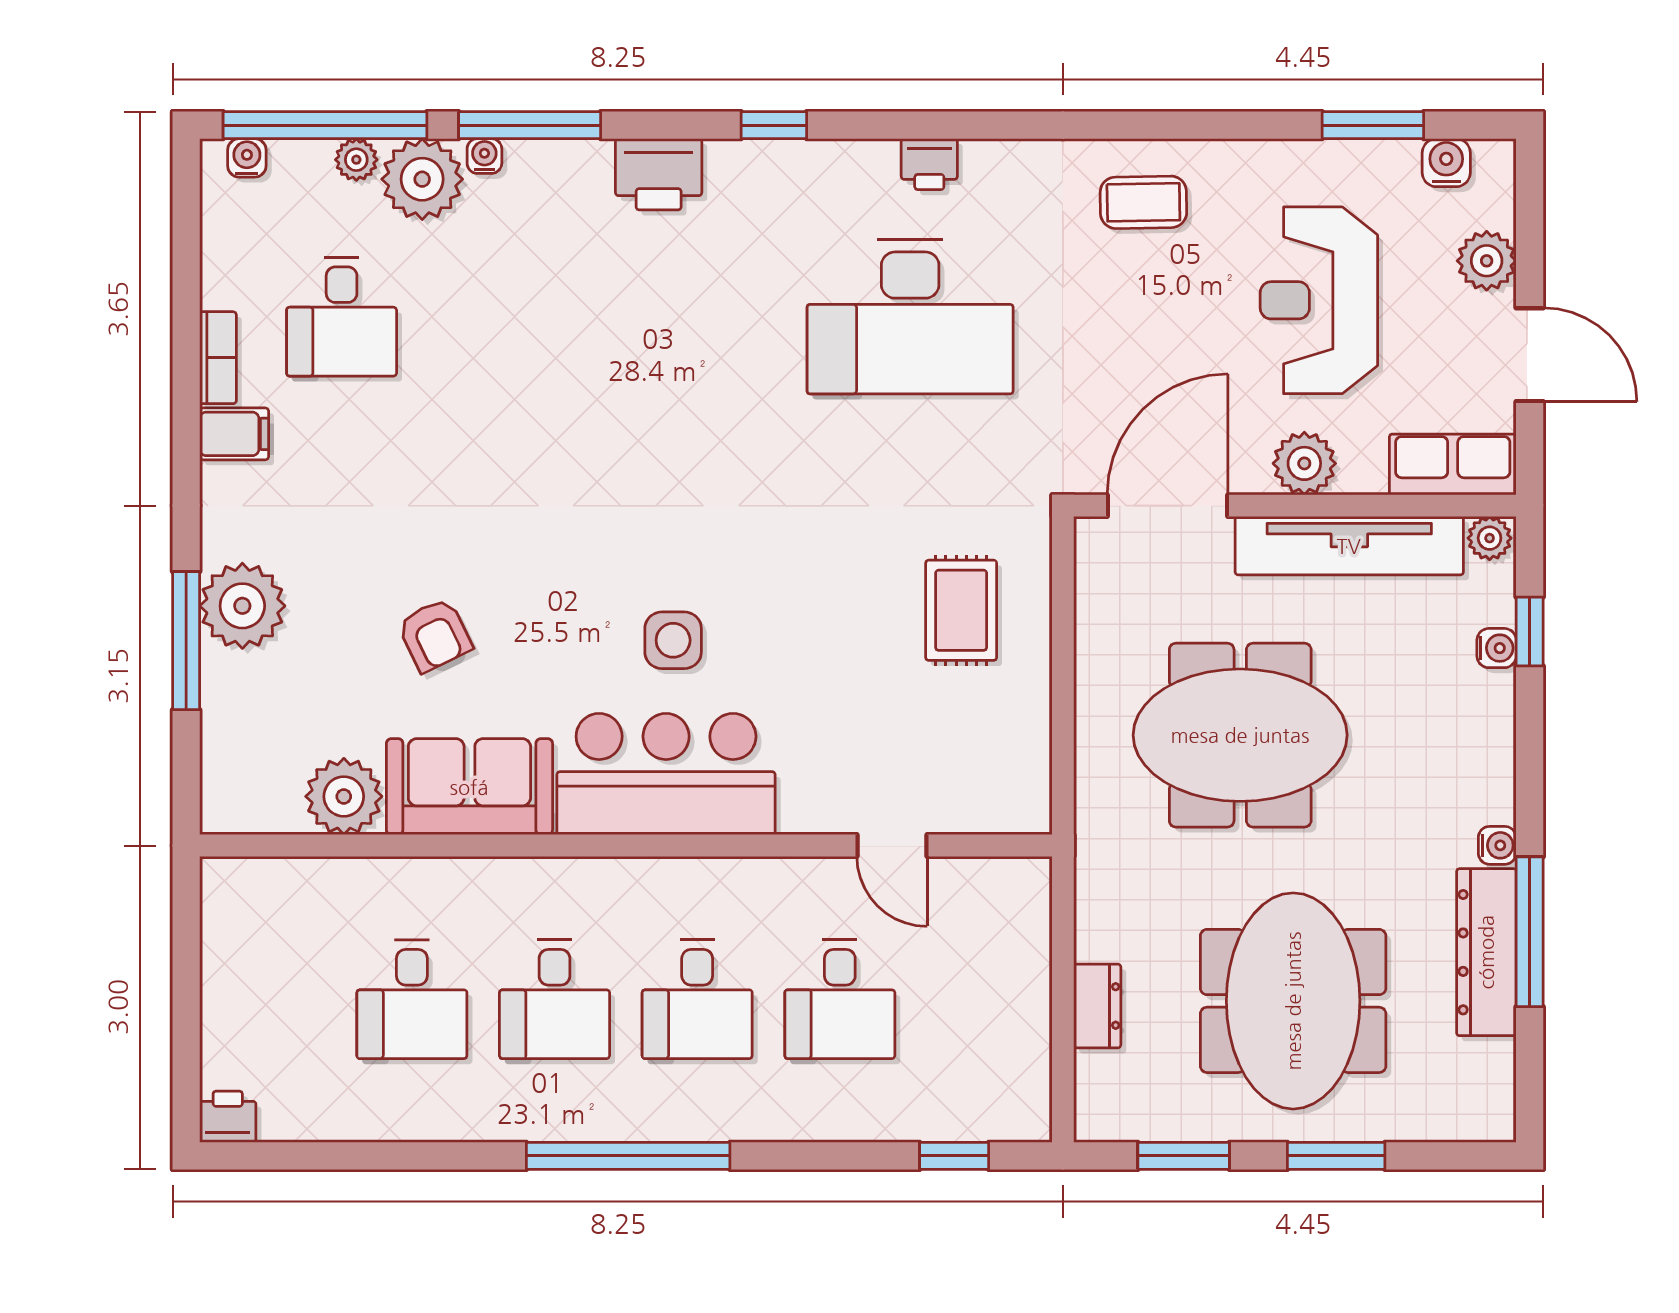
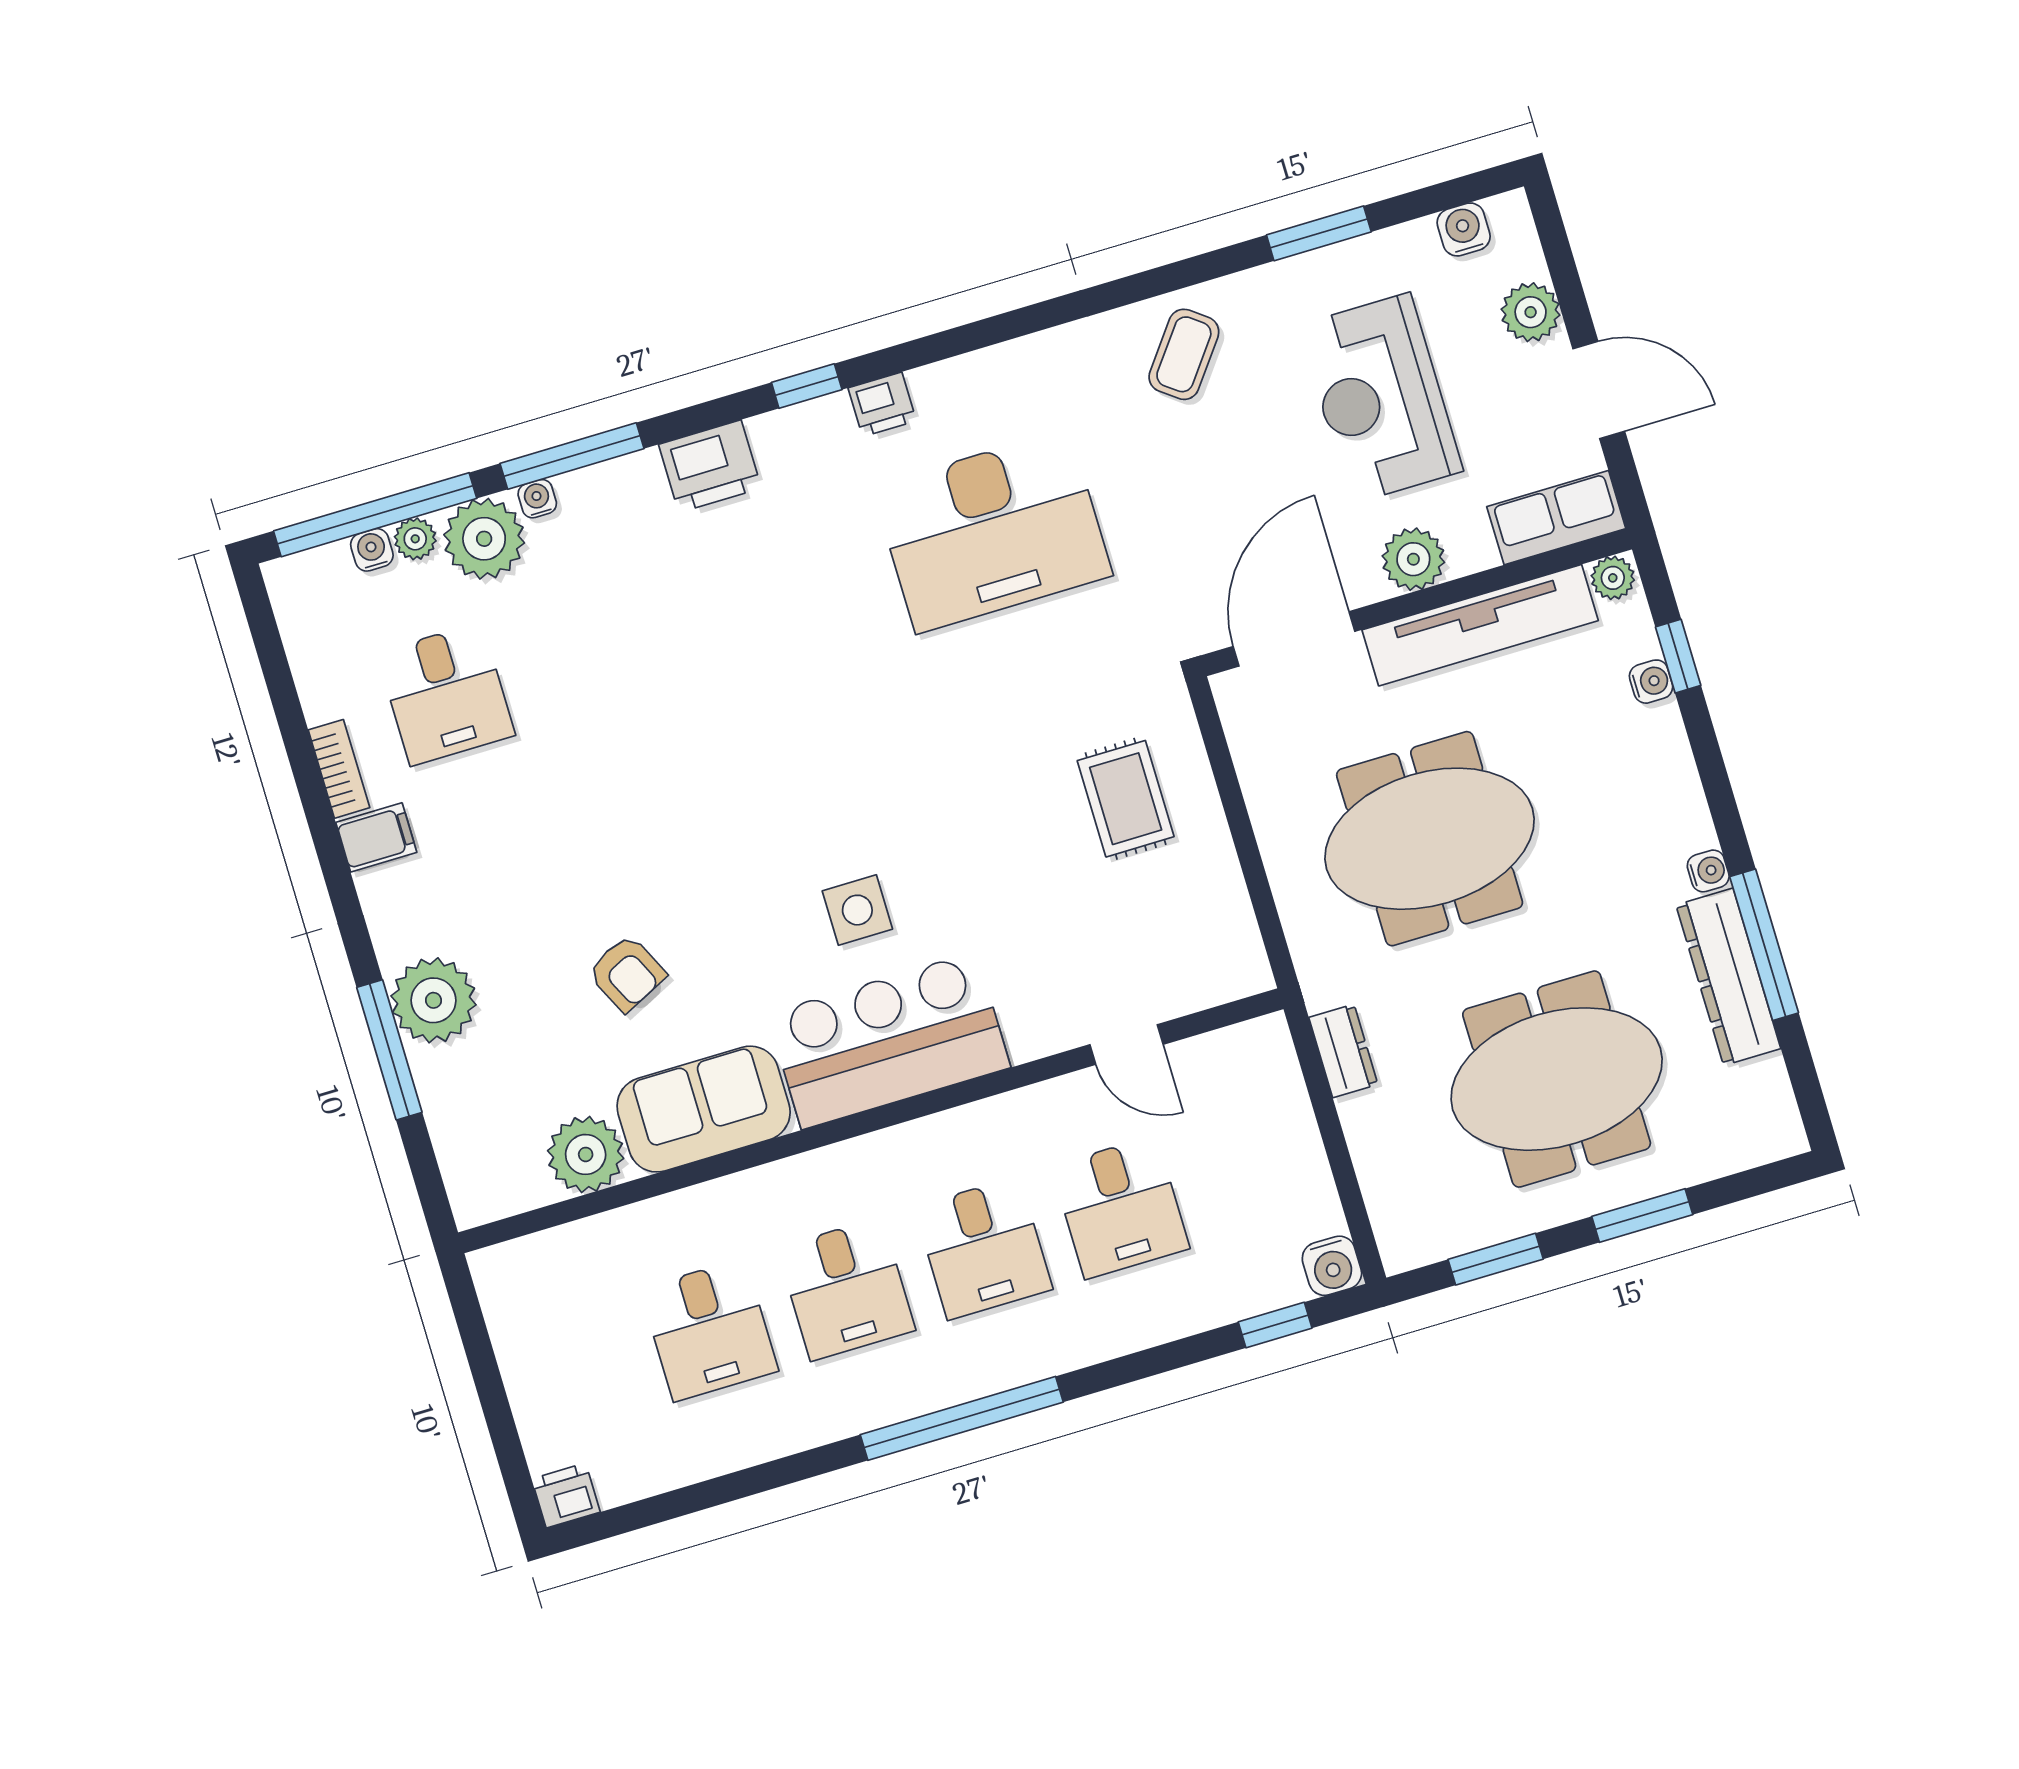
window: (1373, 125) -> (1319, 233), moved
water cooler: (247, 158) -> (372, 550), moved
printer: (929, 164) -> (882, 404), moved
coffee table: (1143, 202) -> (1184, 354), turned -52
meeting table: (1293, 1001) -> (1557, 1079), turned 90
dresser: (1097, 1006) -> (1343, 1051), moved
water cooler: (1025, 1115) -> (1332, 1266), added

